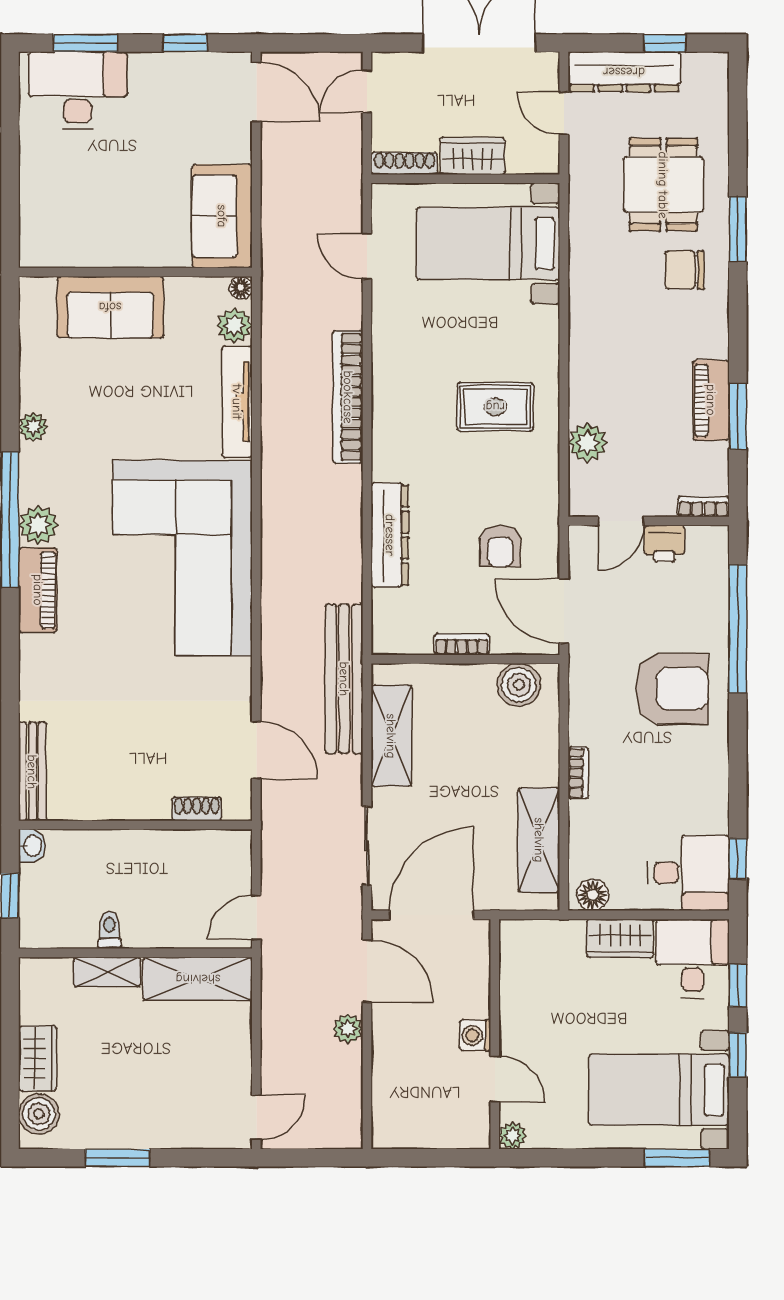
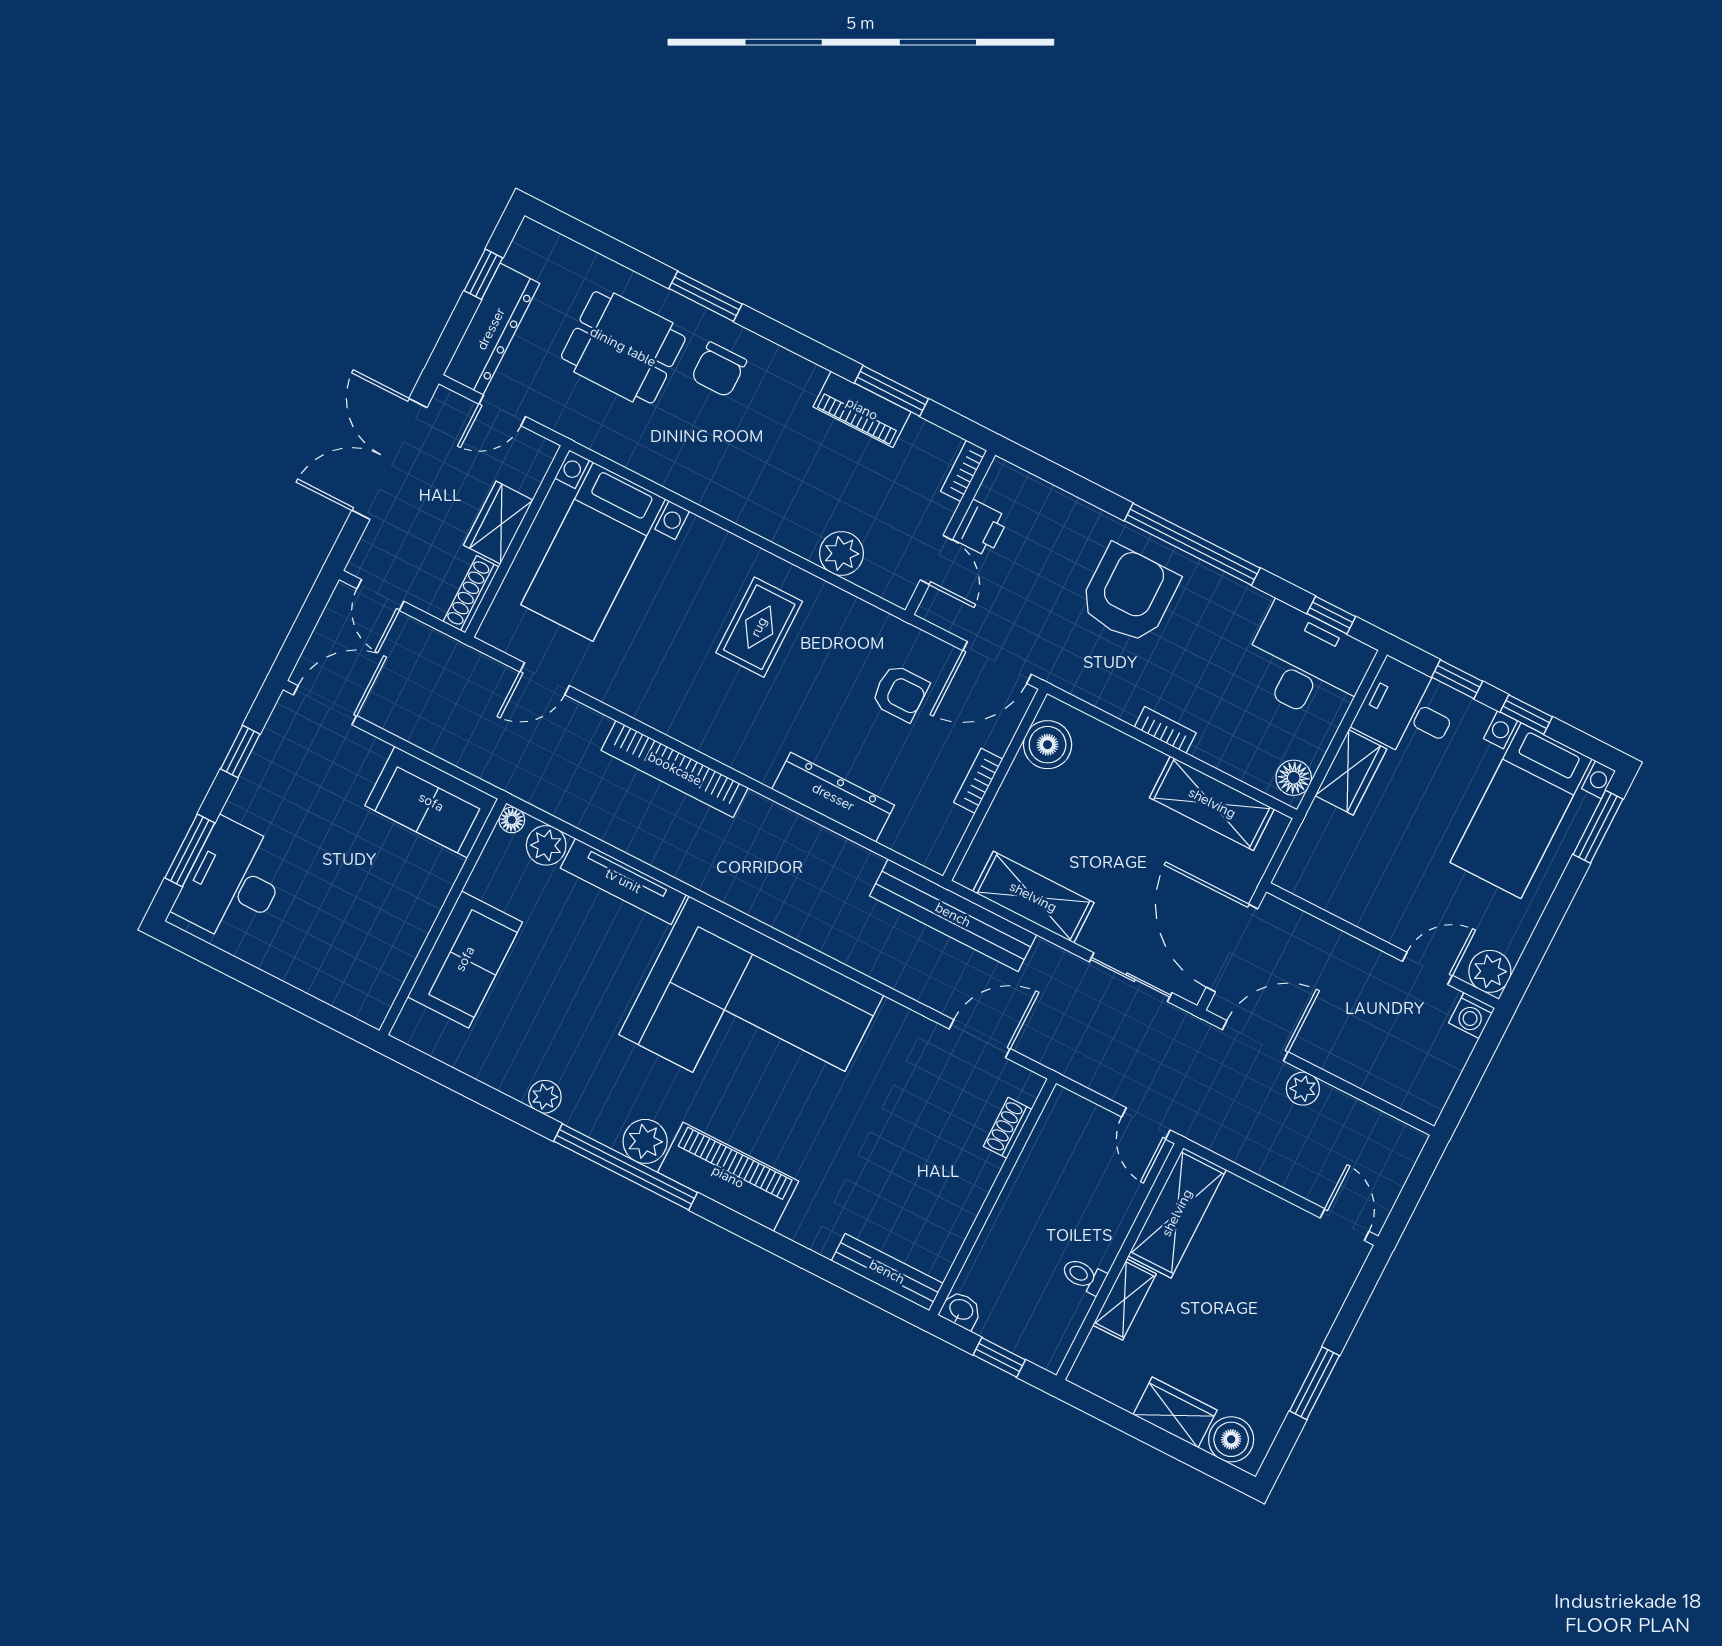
piano: (38, 590) -> (728, 1177), width x1.37, depth x1.33
window: (738, 629) -> (1192, 544), moved
desk: (688, 873) -> (1307, 664), width x1.37
washing machine: (475, 1035) -> (1472, 1015), moved
plant: (513, 1135) -> (1490, 971), width x1.38, depth x1.38

